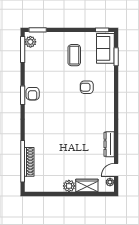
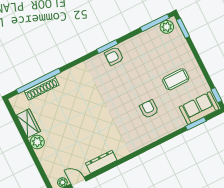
wardrobe: (87, 186) -> (28, 123), moved

